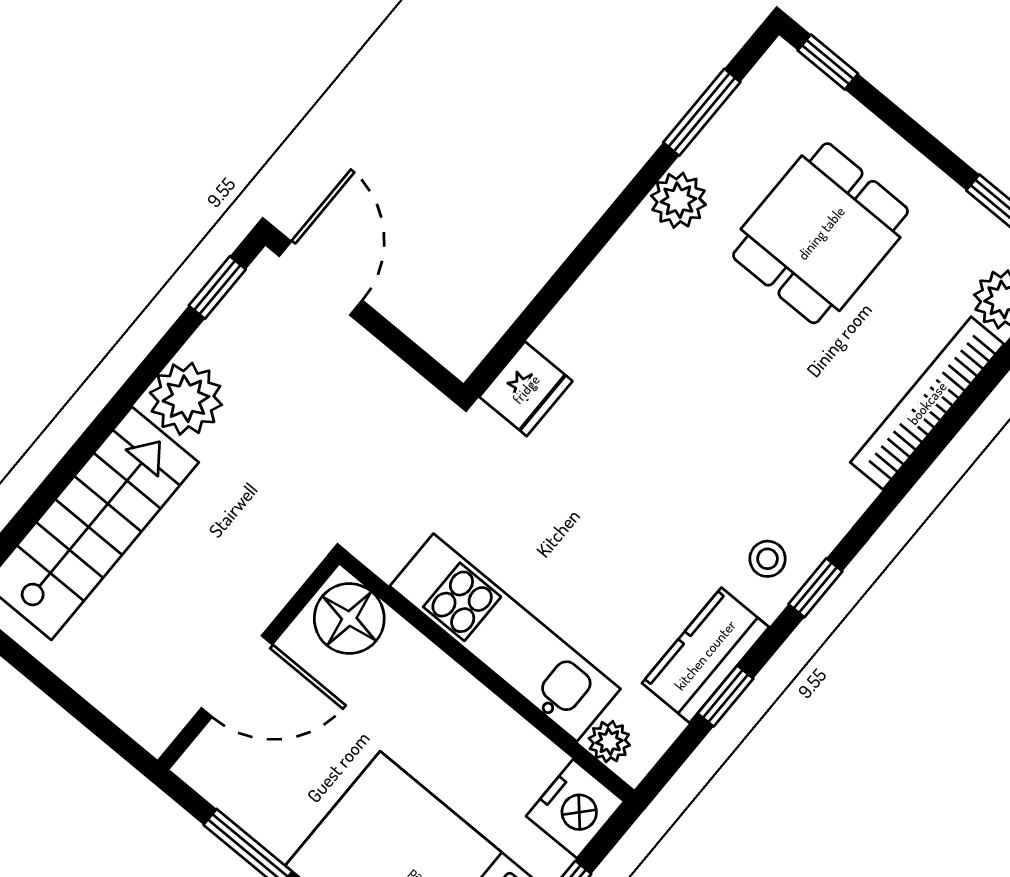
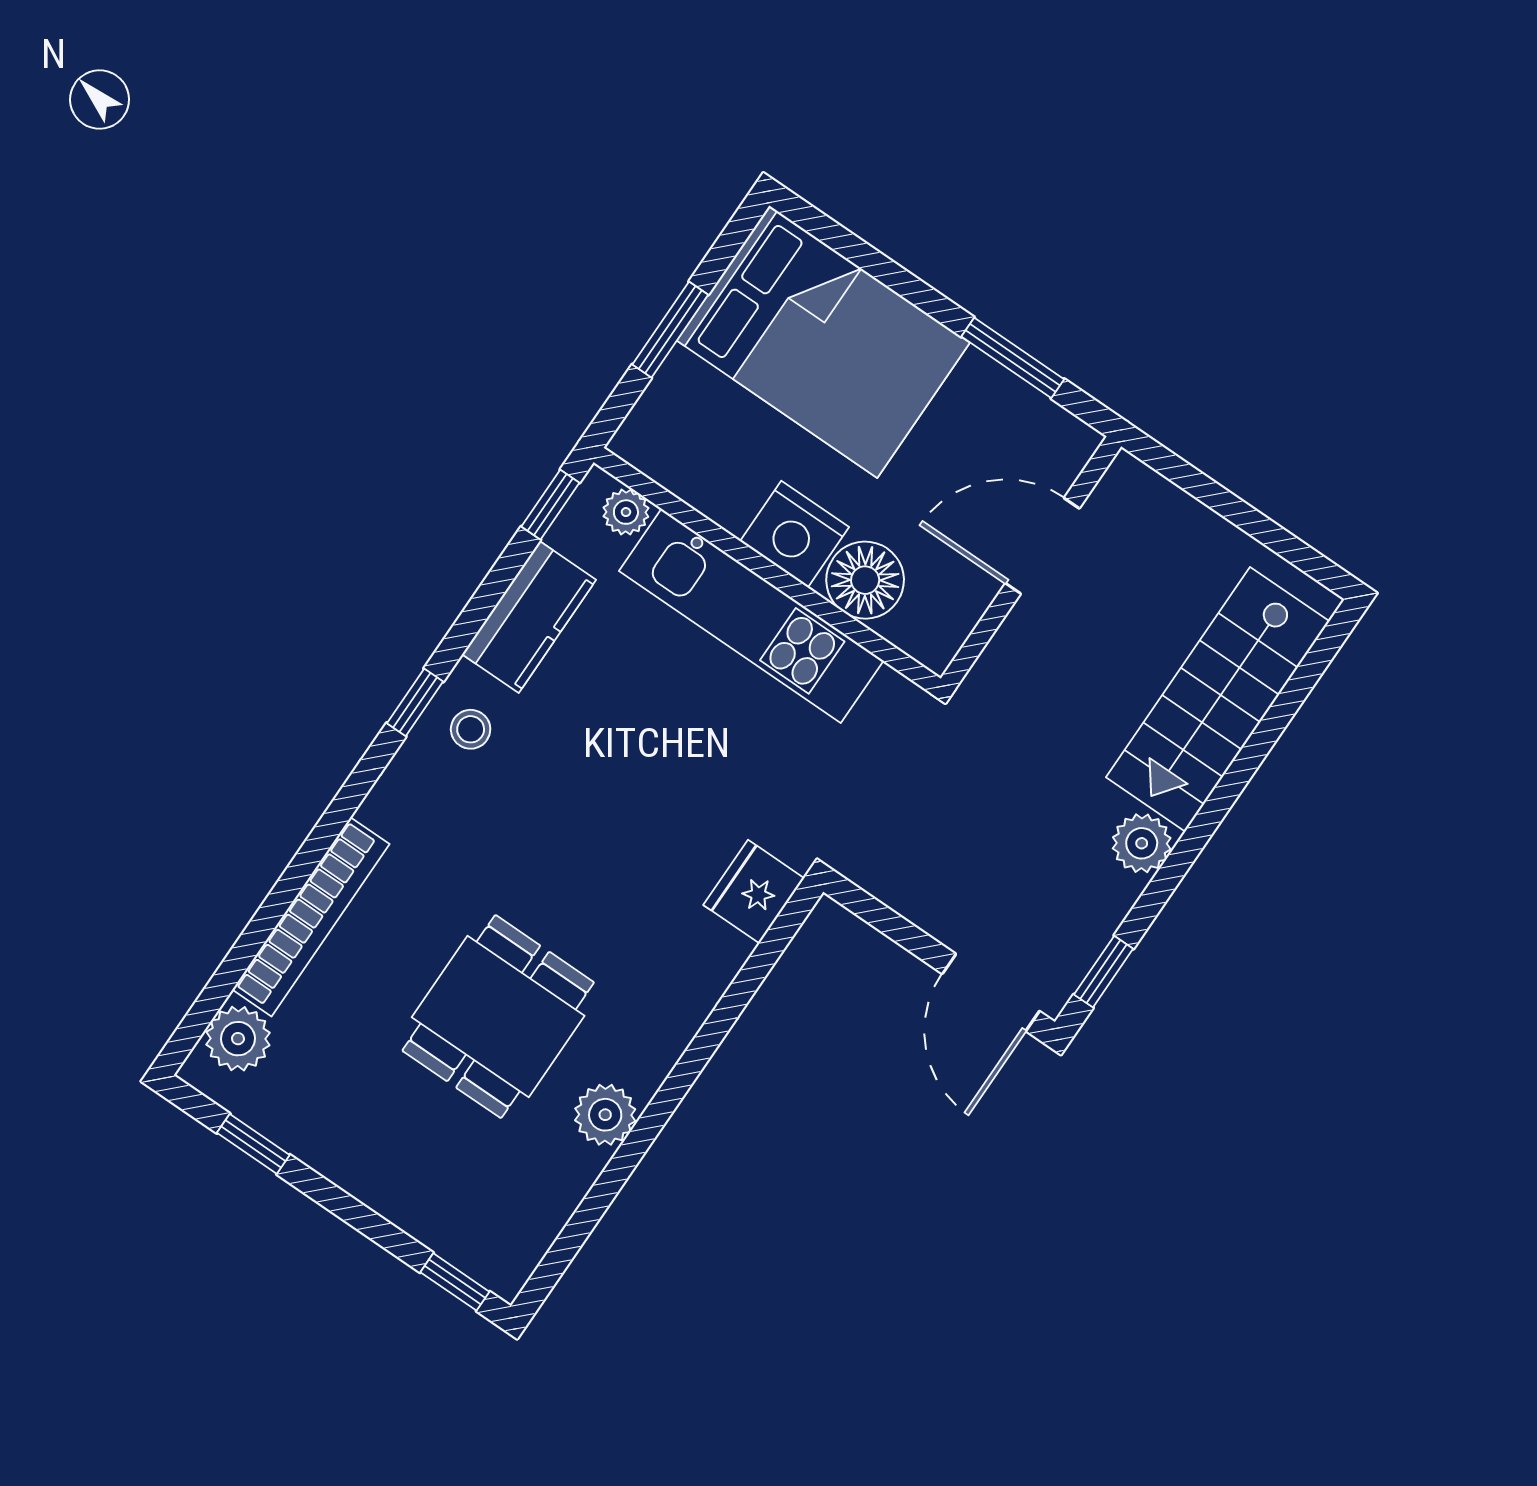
window: (702, 112) -> (589, 1214), removed
dining table: (821, 233) -> (498, 1017), moved
plant: (186, 399) -> (1142, 843), width x0.73, depth x0.73
floor lamp: (349, 619) -> (865, 580), moved
window: (725, 696) -> (550, 505), moved
nightstand: (575, 809) -> (794, 534), moved, turned -90

